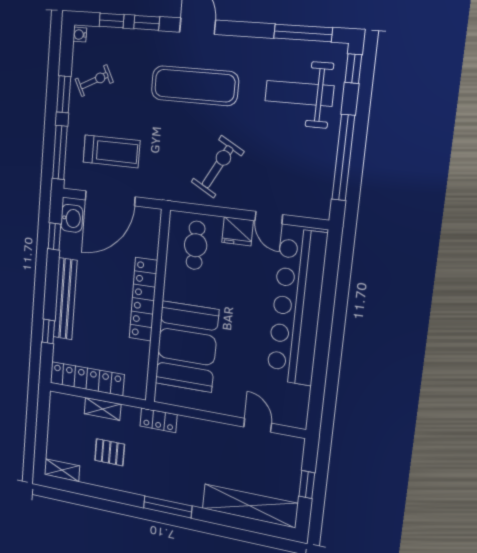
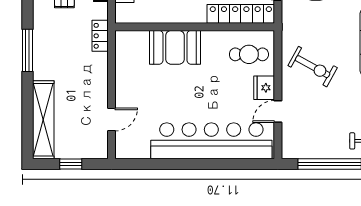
locker: (143, 299) -> (241, 14), moved
booth: (187, 347) -> (175, 47), width x0.73, depth x0.70

